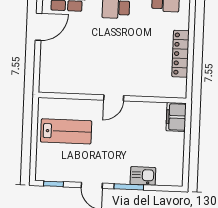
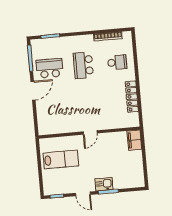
kitchen sink: (143, 176) -> (104, 184), moved

